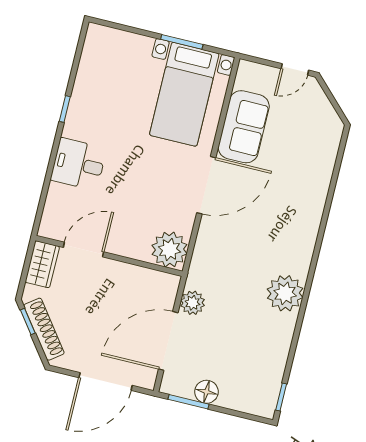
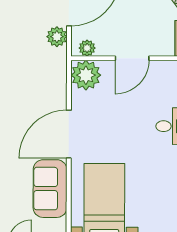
door: (83, 250) -> (132, 58), moved
plant: (160, 281) -> (87, 48), added

